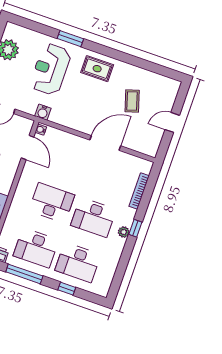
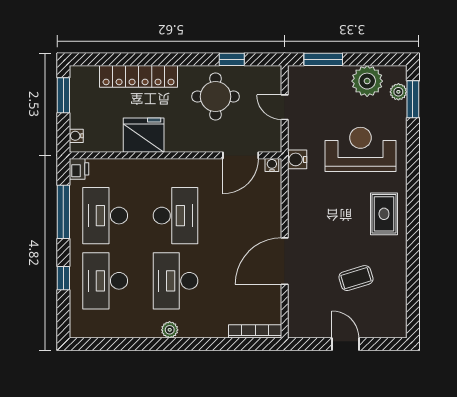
plant: (22, 32) -> (398, 92), added
window: (70, 39) -> (413, 99), moved
door: (105, 143) -> (285, 261), swing flipped
bookcase: (139, 191) -> (255, 331), moved
window: (135, 228) -> (181, 344), removed

